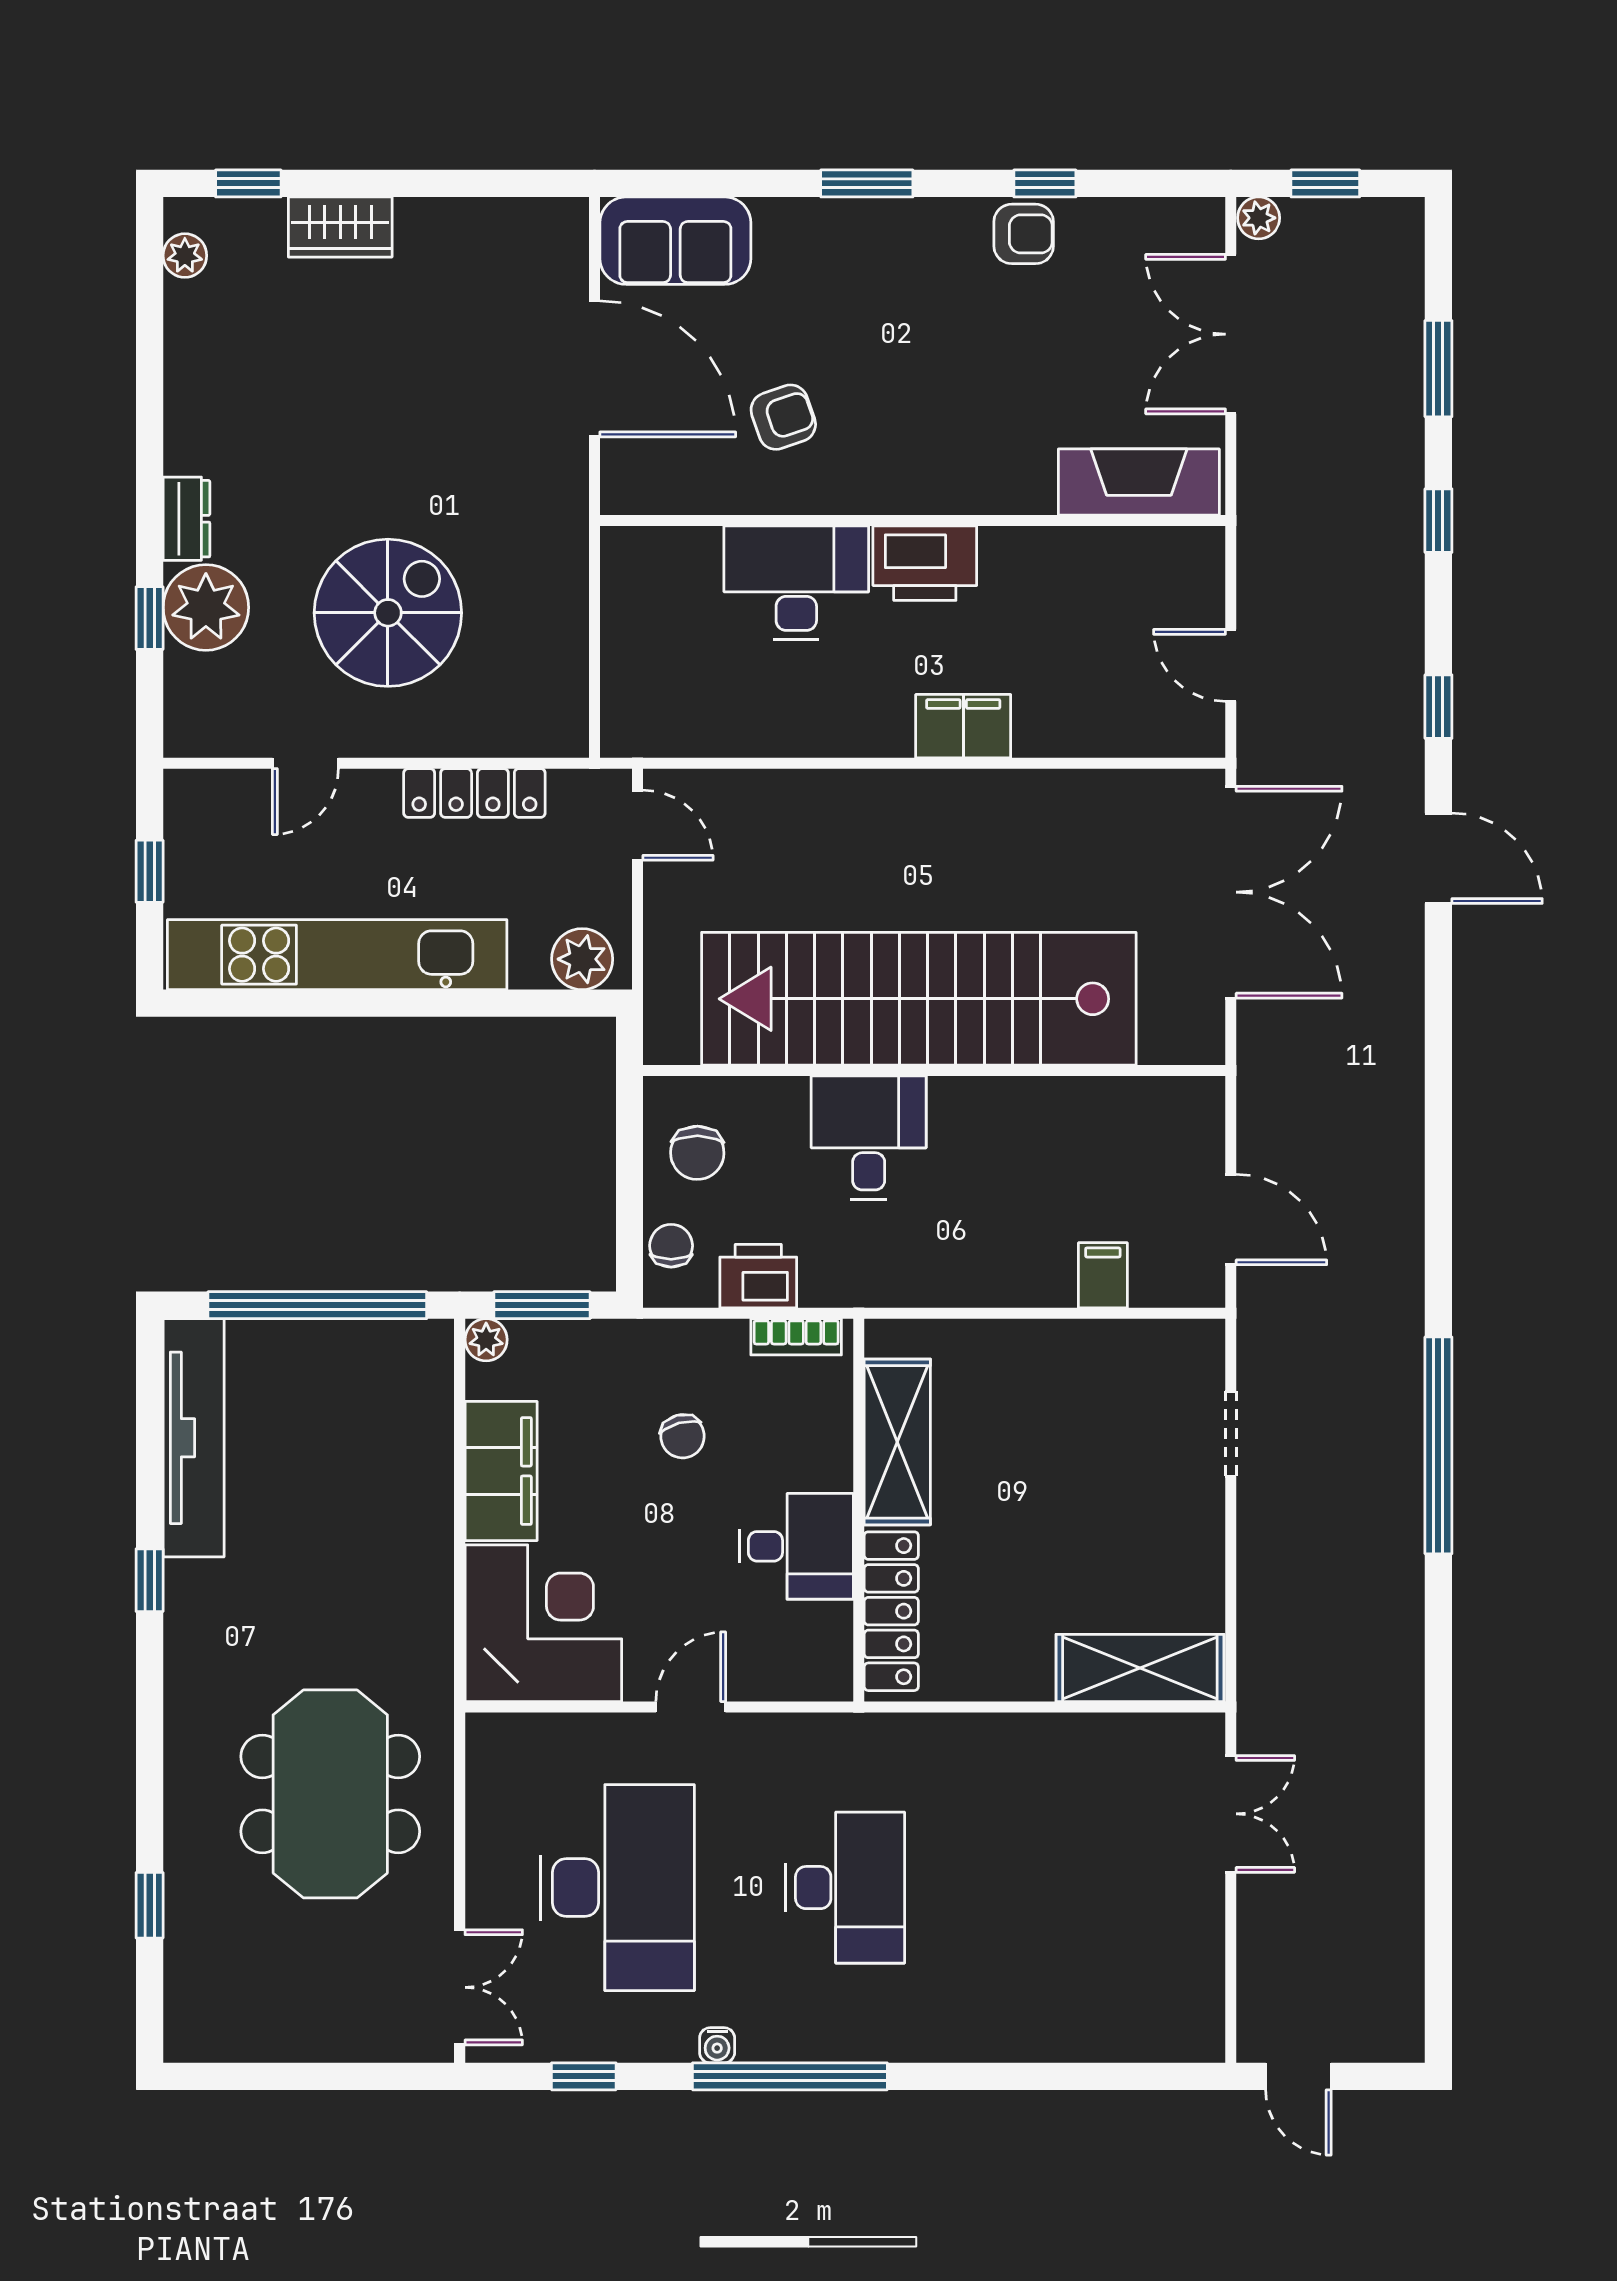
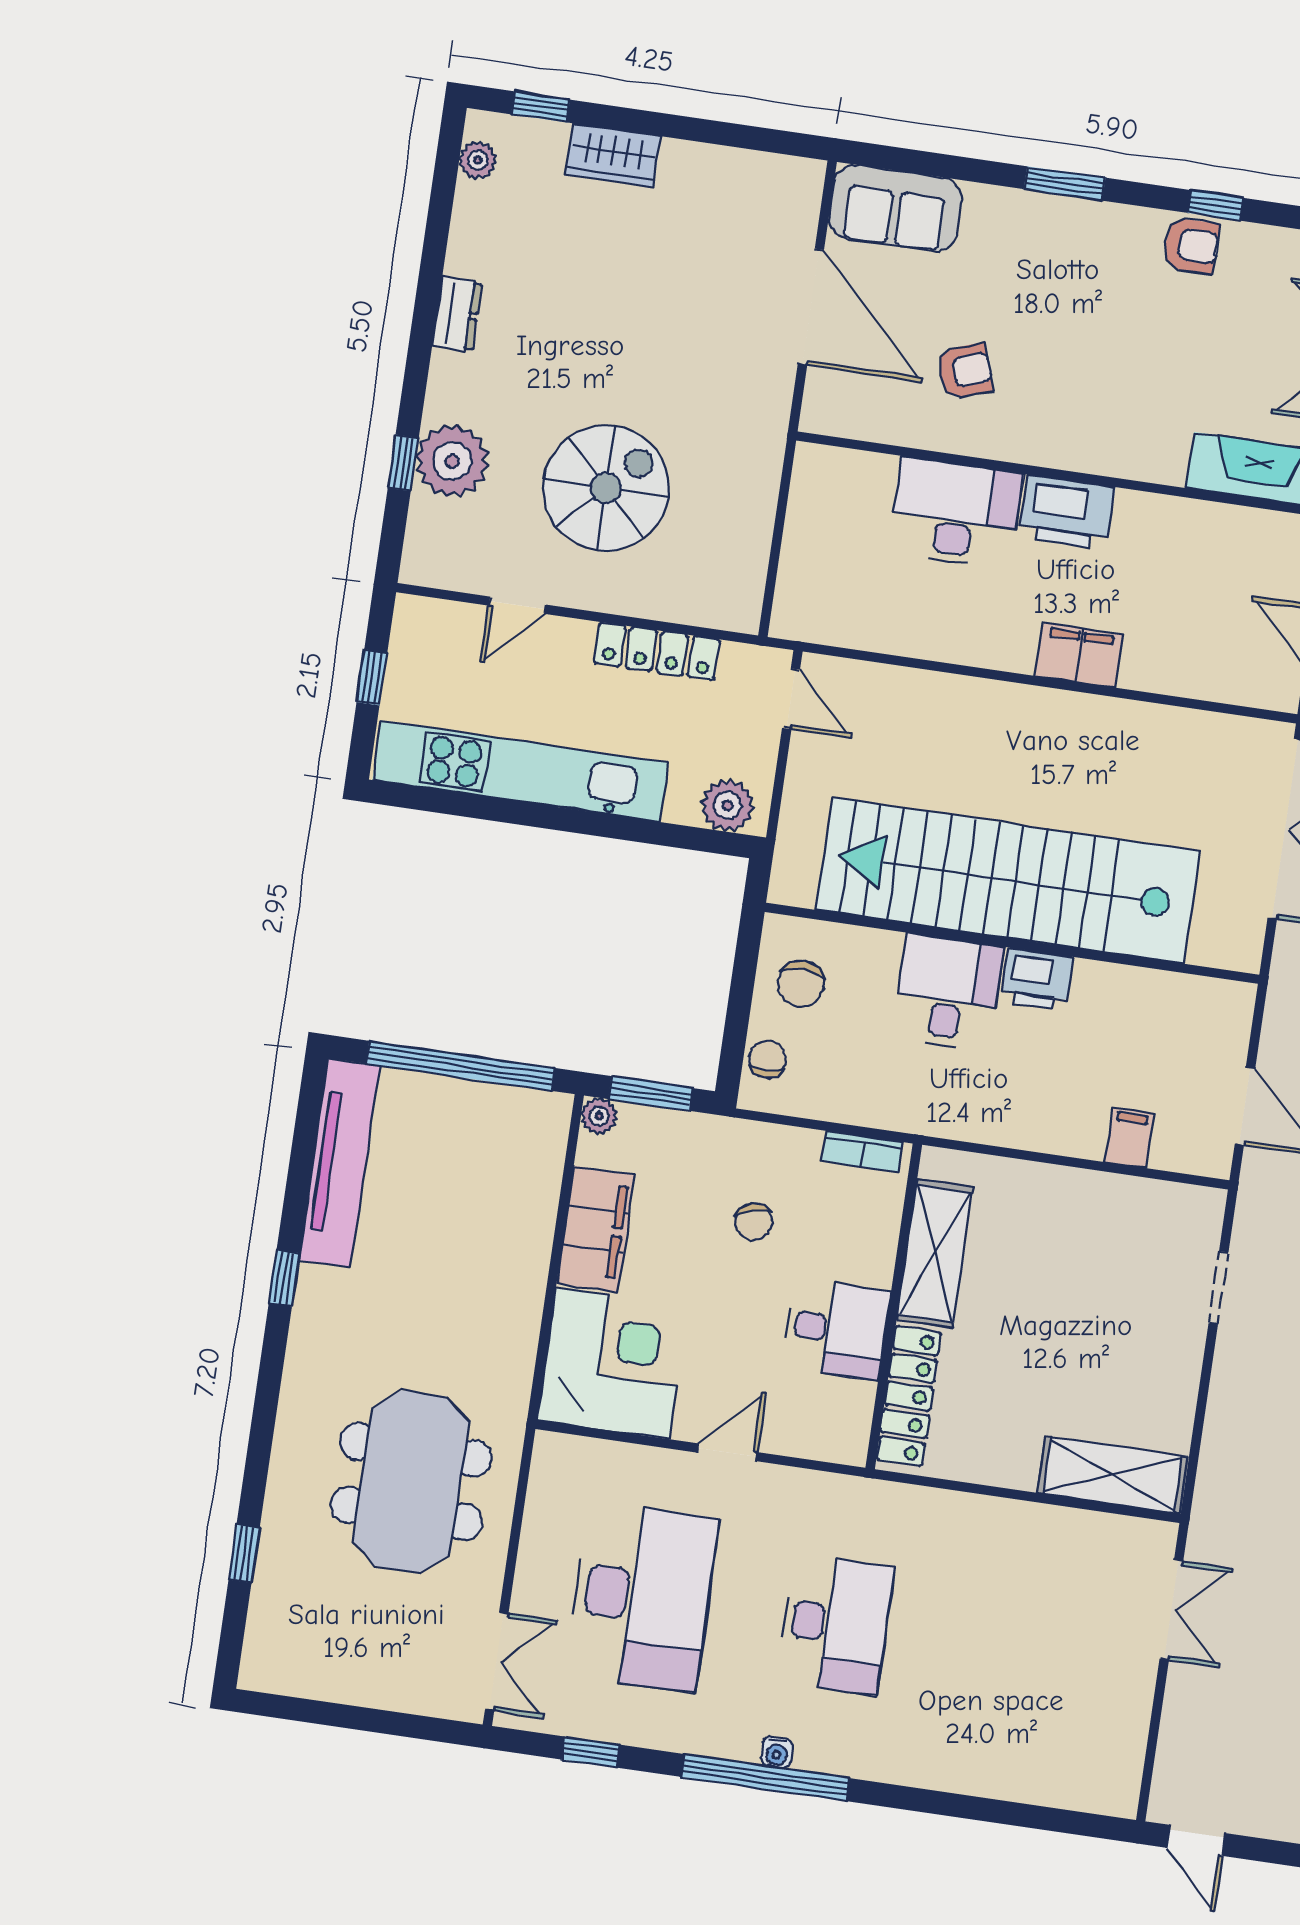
dresser: (186, 519) -> (457, 314), moved
printer: (758, 1276) -> (1037, 979), moved, turned 180
water cooler: (717, 2045) -> (777, 1752), moved

